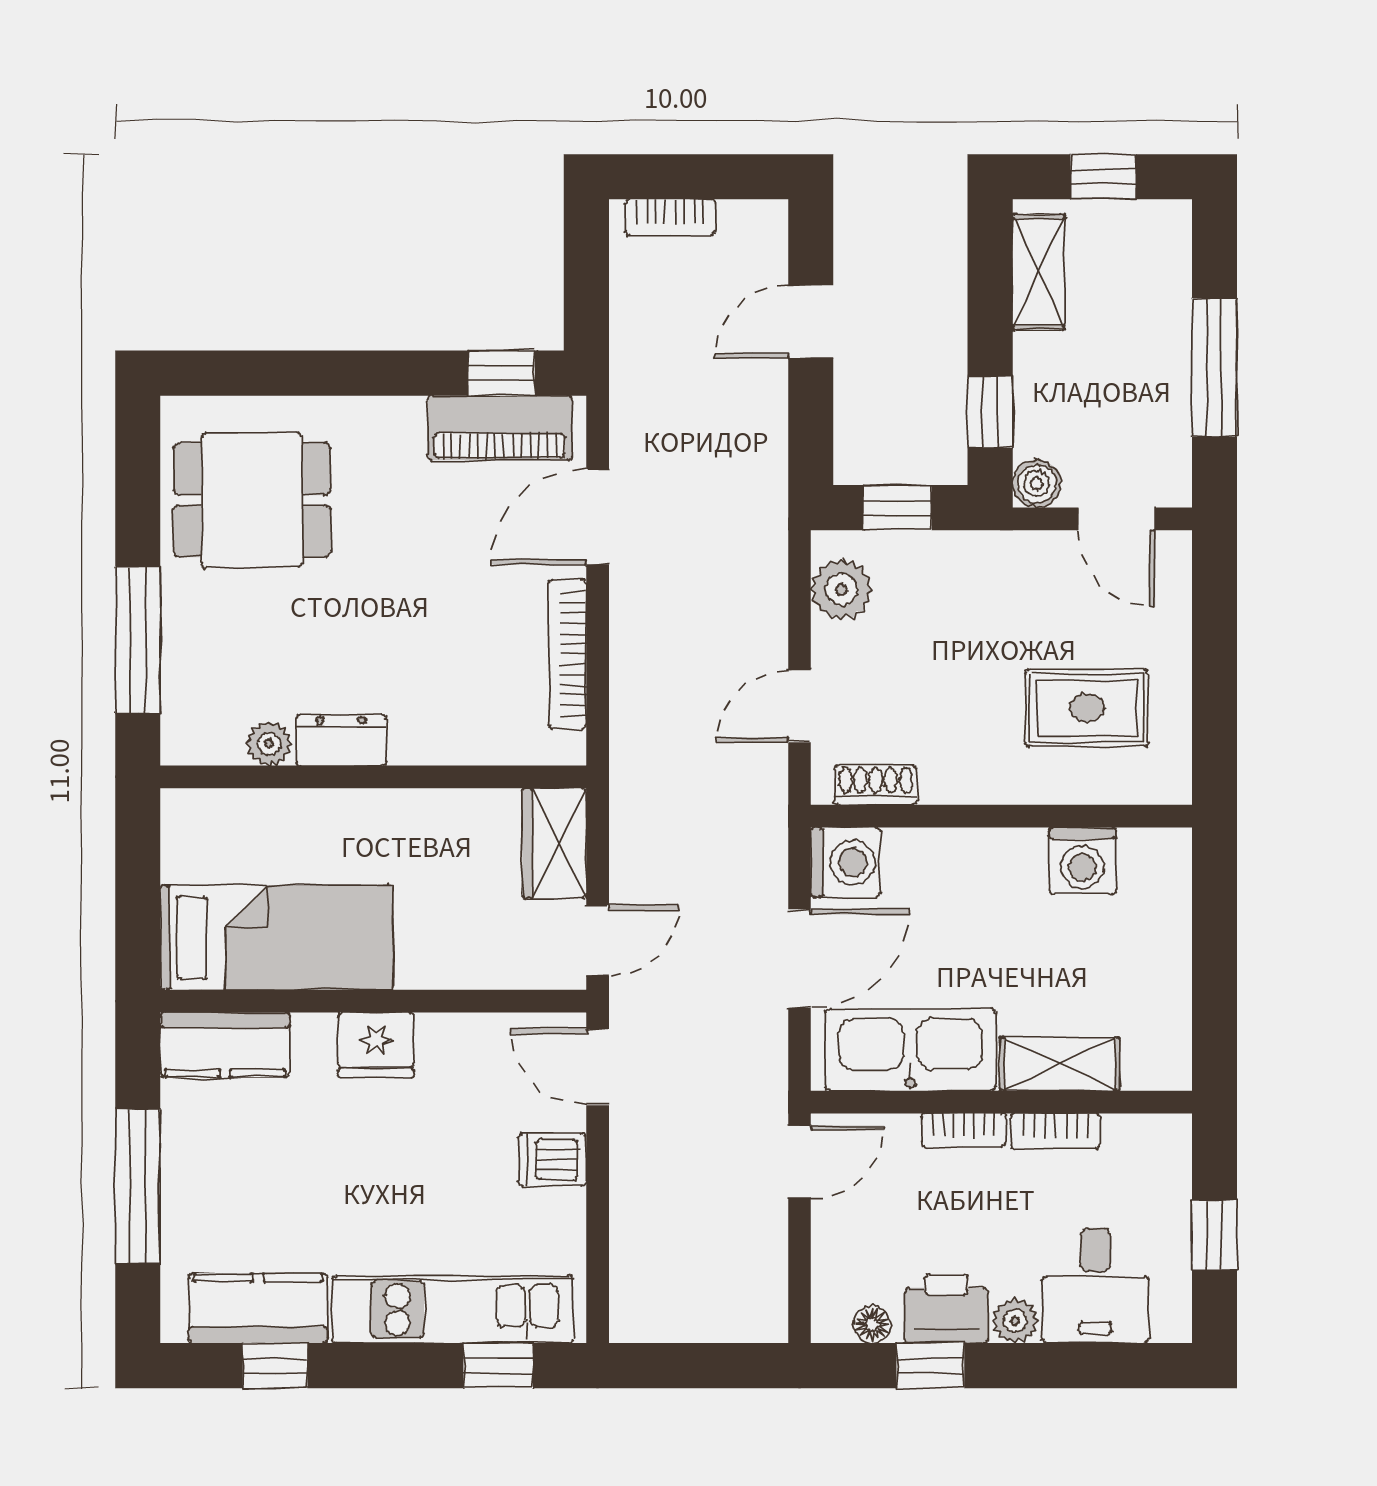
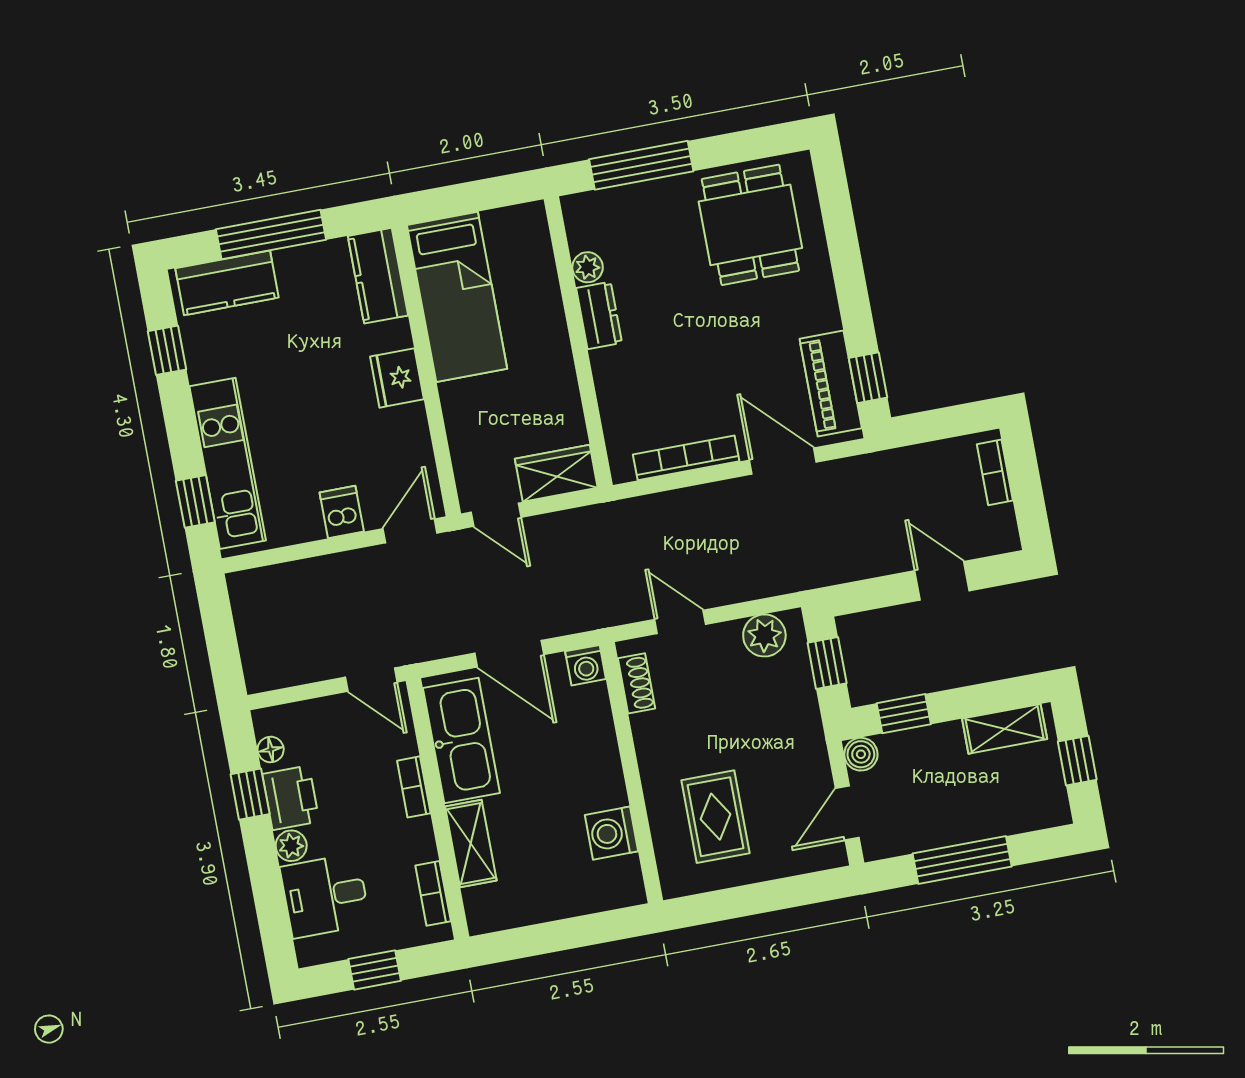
washing machine: (846, 862) -> (586, 665), width x0.73, depth x0.73
bookcase: (1055, 1131) -> (433, 893), moved
kitchen counter: (258, 1308) -> (227, 283), moved, turned 90

